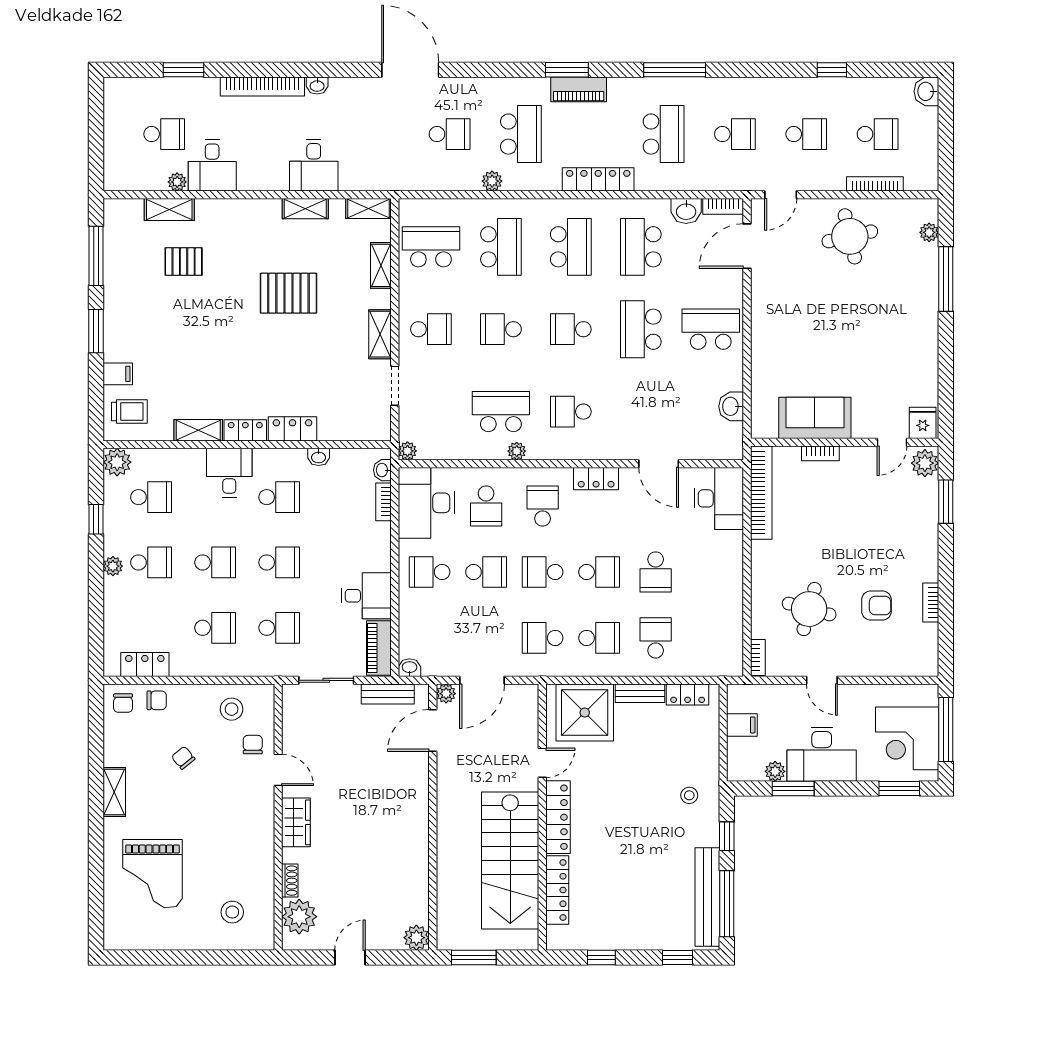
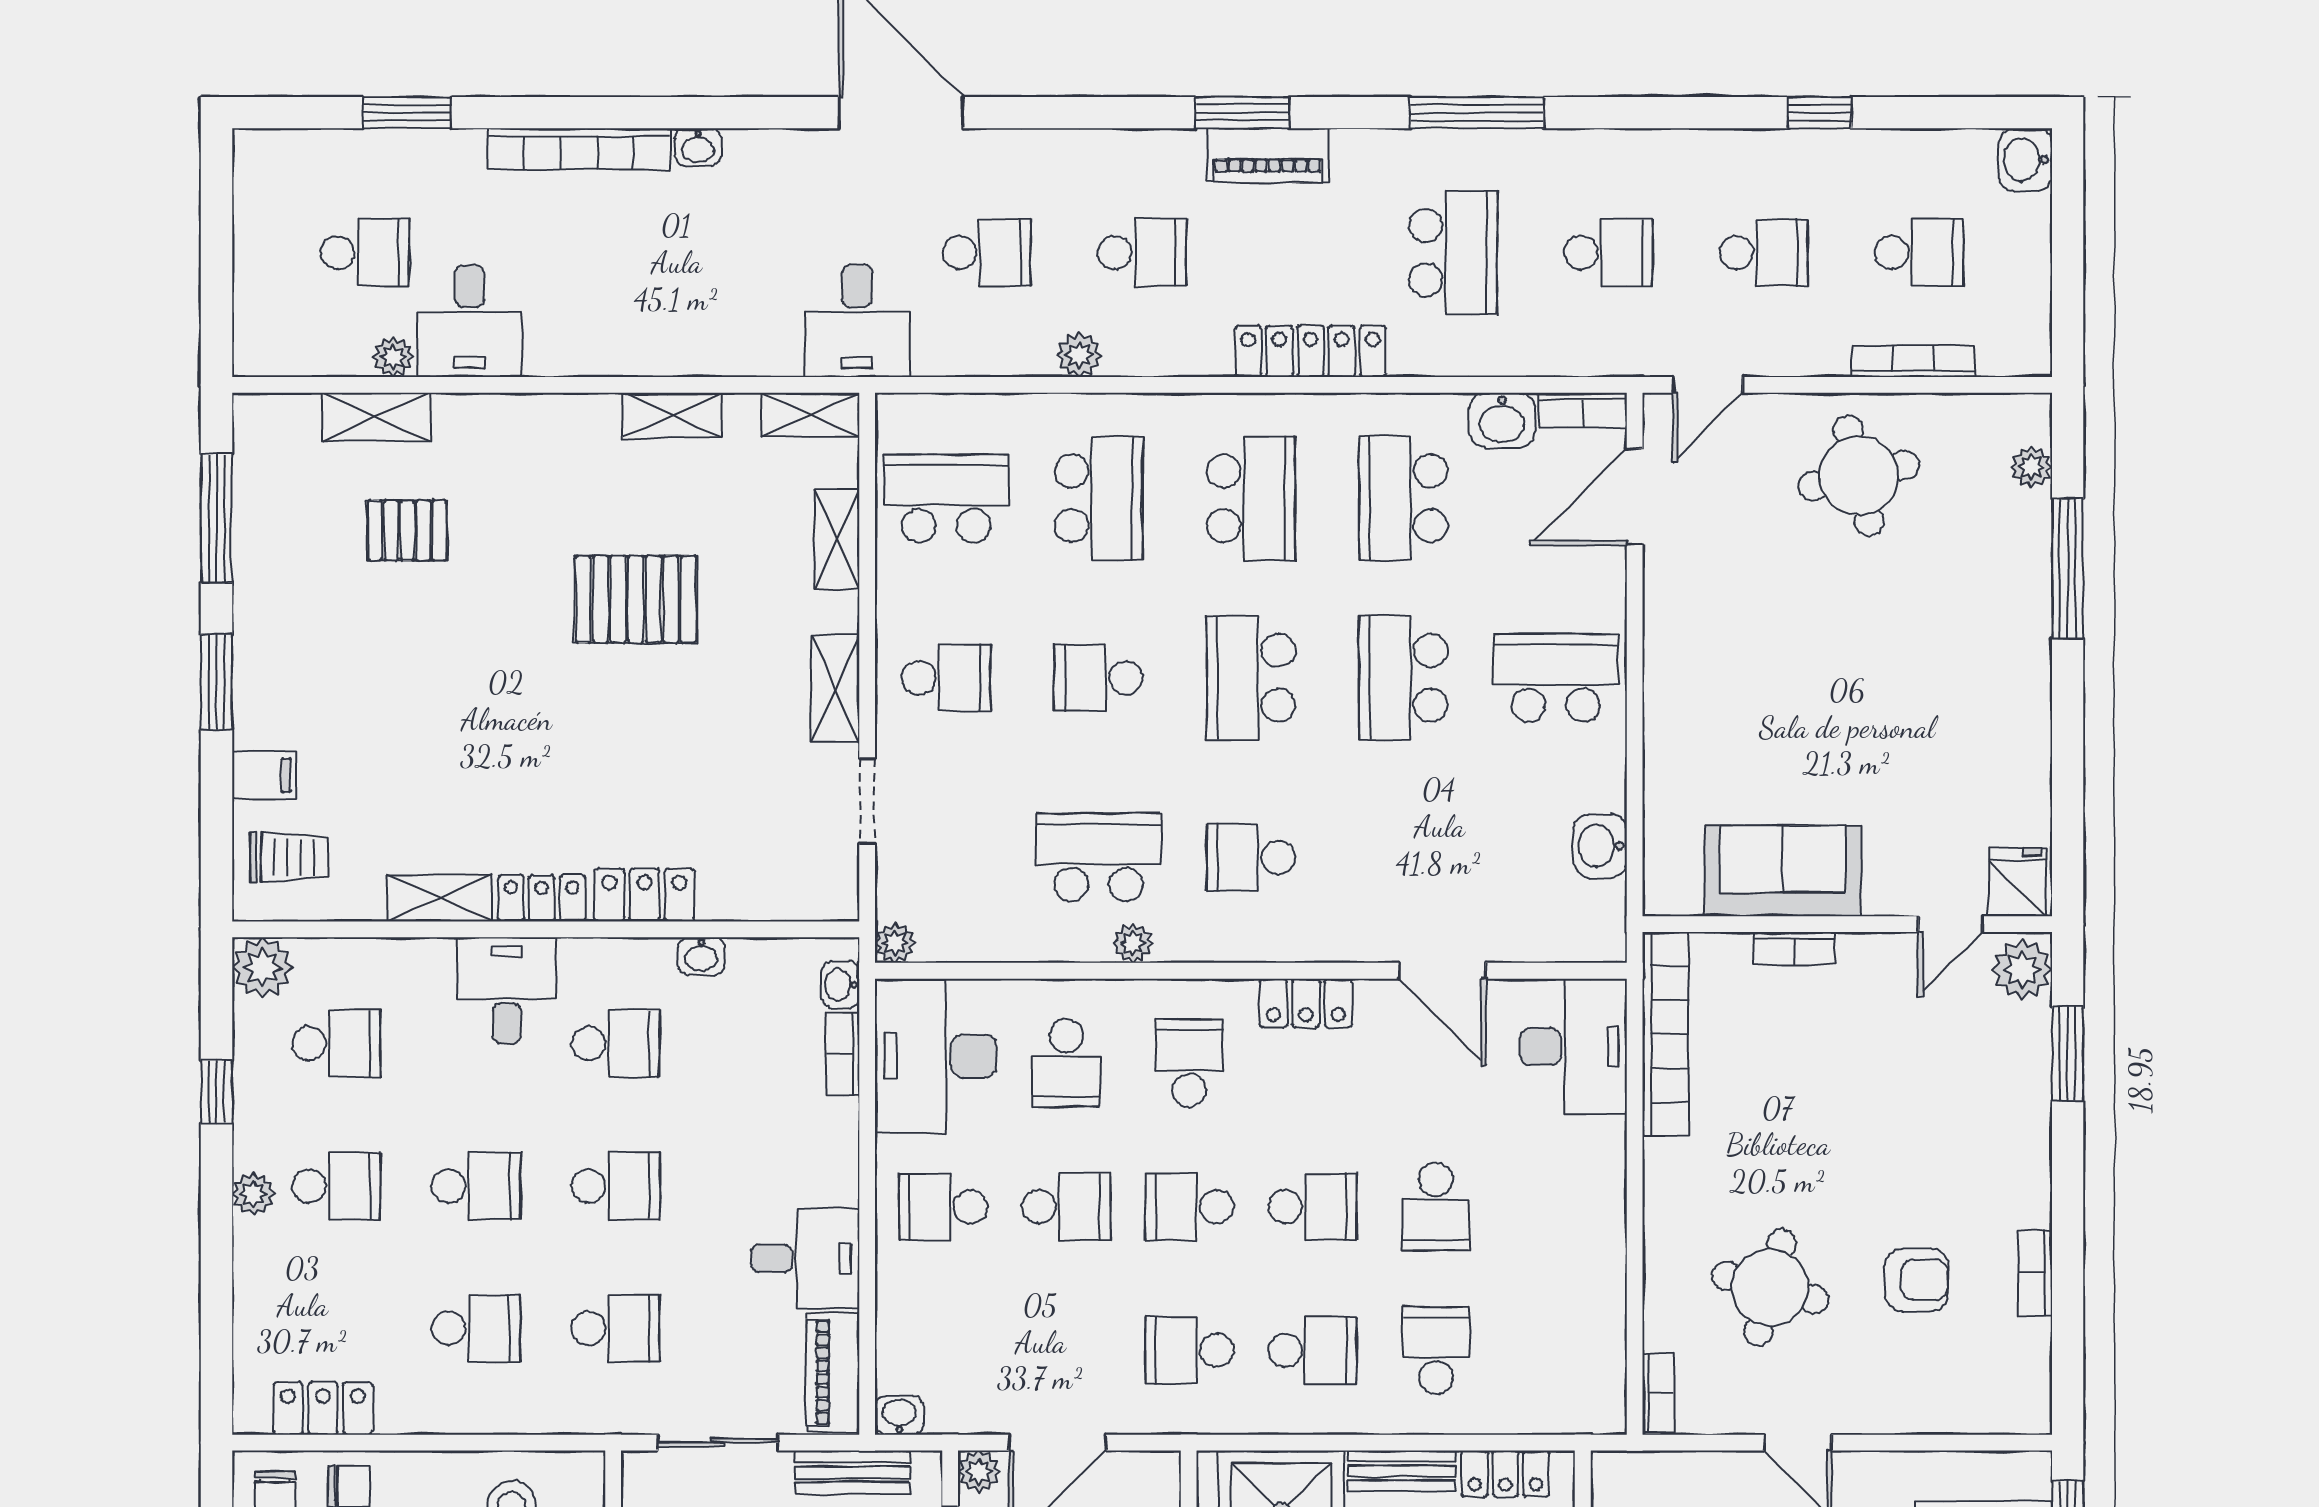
school desk: (521, 134) -> (1142, 253), width x0.54
desk: (314, 165) -> (857, 321), moved
school desk: (571, 329) -> (1251, 678), width x1.85

